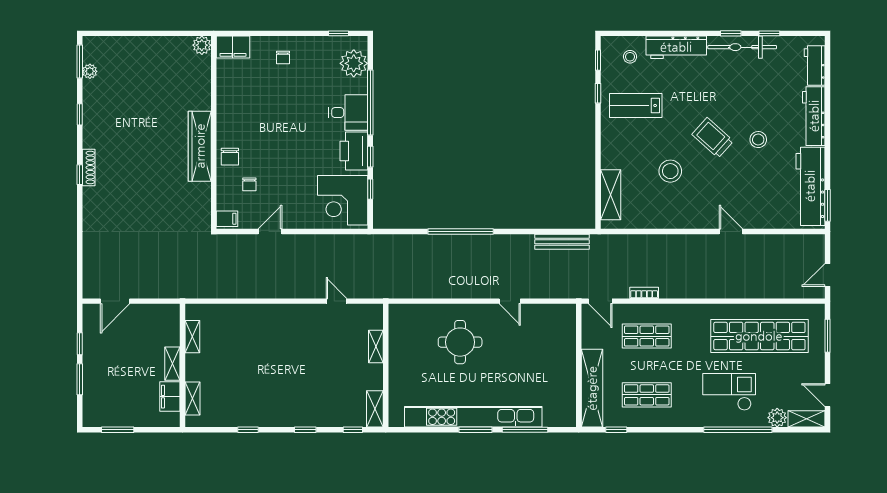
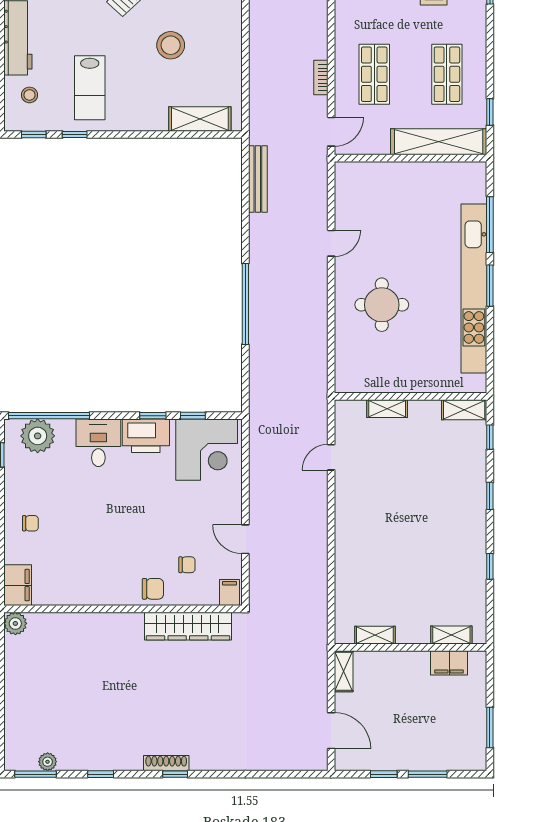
window: (370, 102) -> (49, 416), moved
wardrobe: (200, 146) -> (188, 626), moved
shelving: (172, 364) -> (344, 671), moved, turned 90

